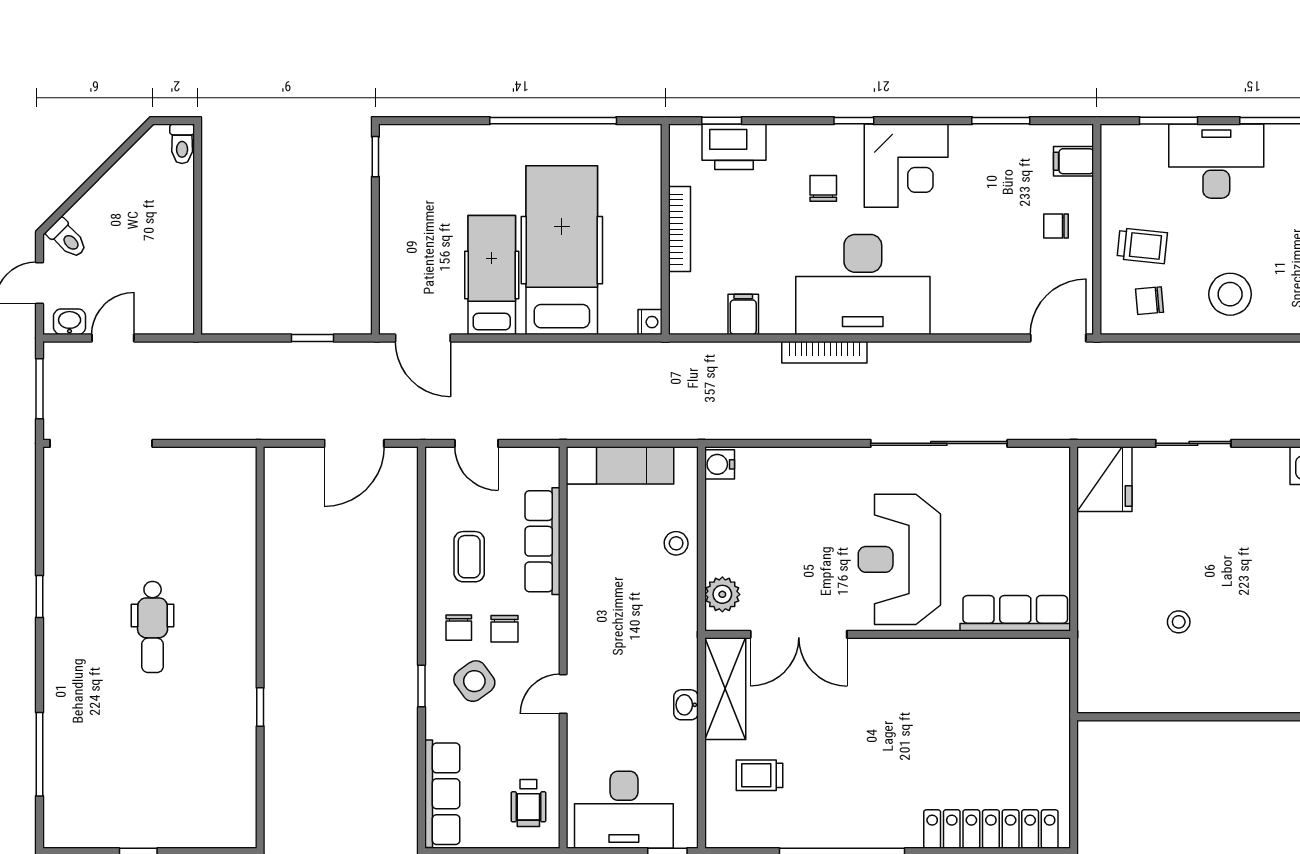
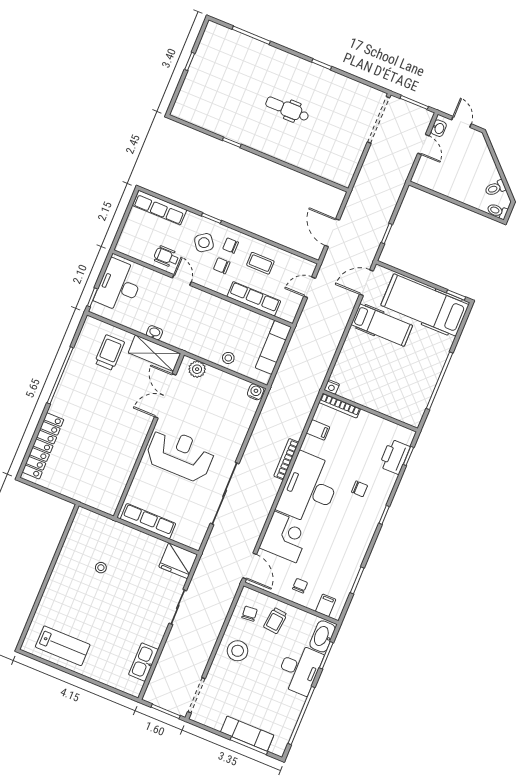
washbasin: (1135, 143) -> (322, 636), added
corner desk: (906, 166) -> (285, 537), moved, turned 180
bookcase: (679, 229) -> (340, 406), moved
toilet: (67, 238) -> (495, 188), moved
hospital bed: (562, 250) -> (425, 305), moved, turned 180
row of seats: (1015, 613) -> (148, 521), moved, turned -90
trolley: (760, 775) -> (110, 353), width x1.36, depth x1.39
wheelchair: (528, 803) -> (166, 257), moved

